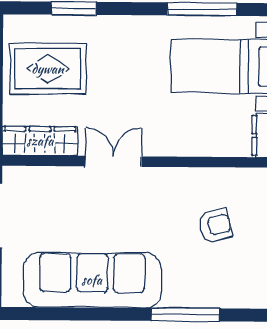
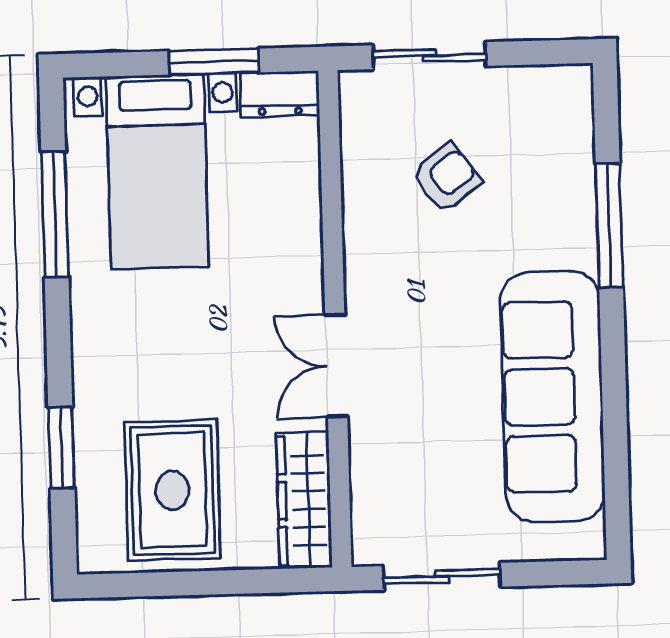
armchair: (215, 226) -> (446, 177), turned 68

